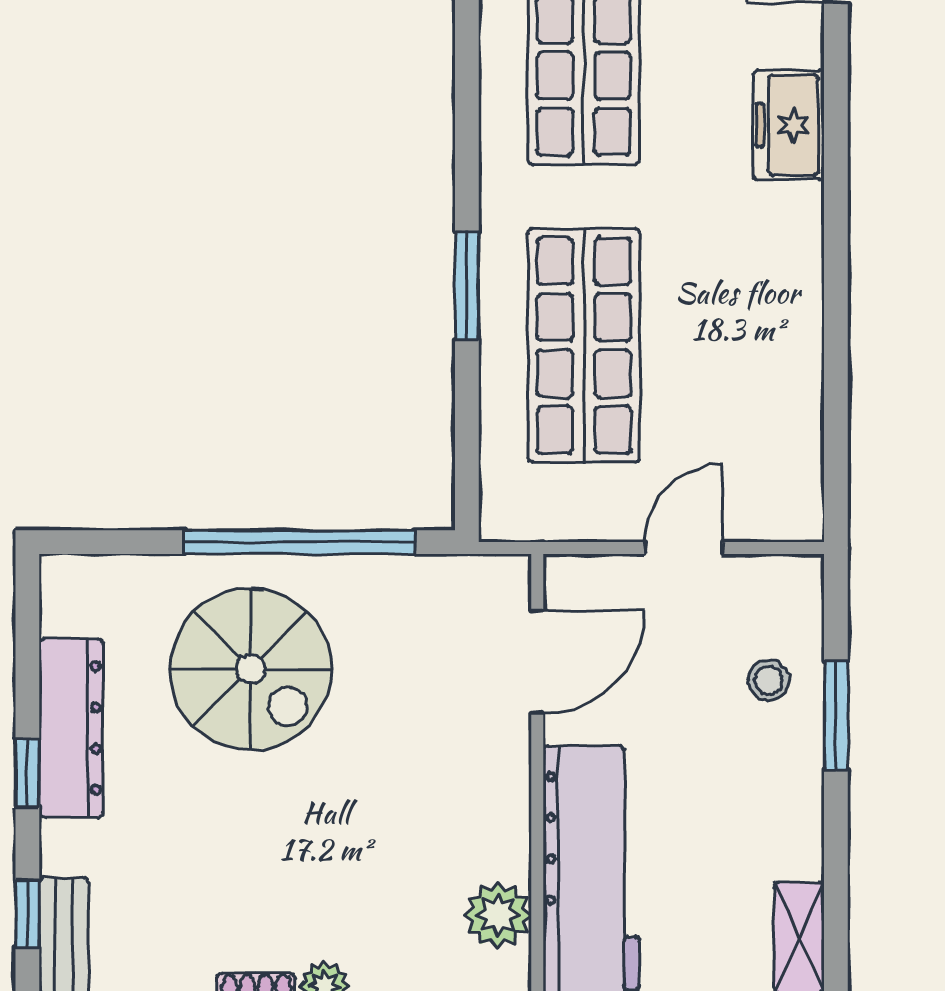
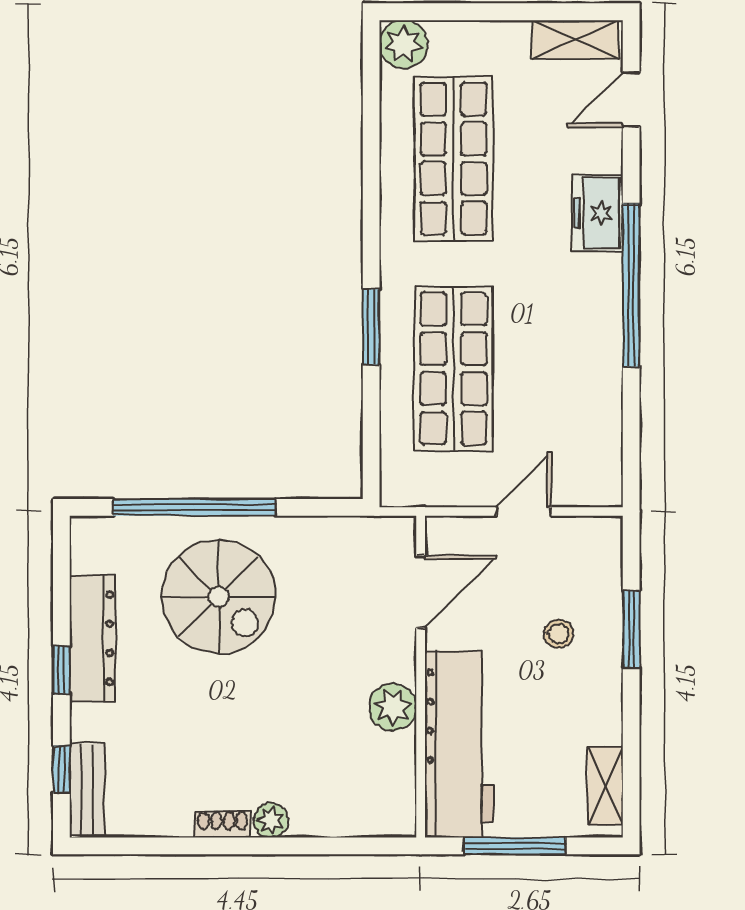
window: (836, 227) -> (631, 285), added
window: (300, 542) -> (194, 507), moved
stool: (769, 680) -> (559, 634), moved
plant: (498, 915) -> (393, 707), moved

